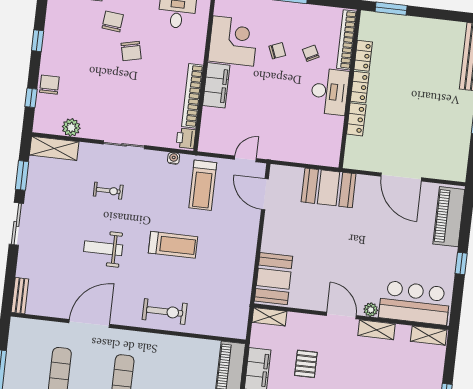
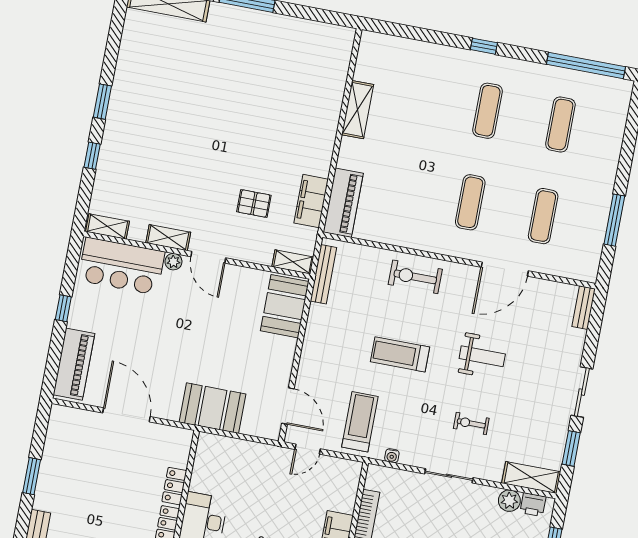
printer: (186, 138) -> (533, 505), moved, turned 90
bench: (243, 308) -> (323, 274), added
pallet: (306, 364) -> (254, 204), turned 90

